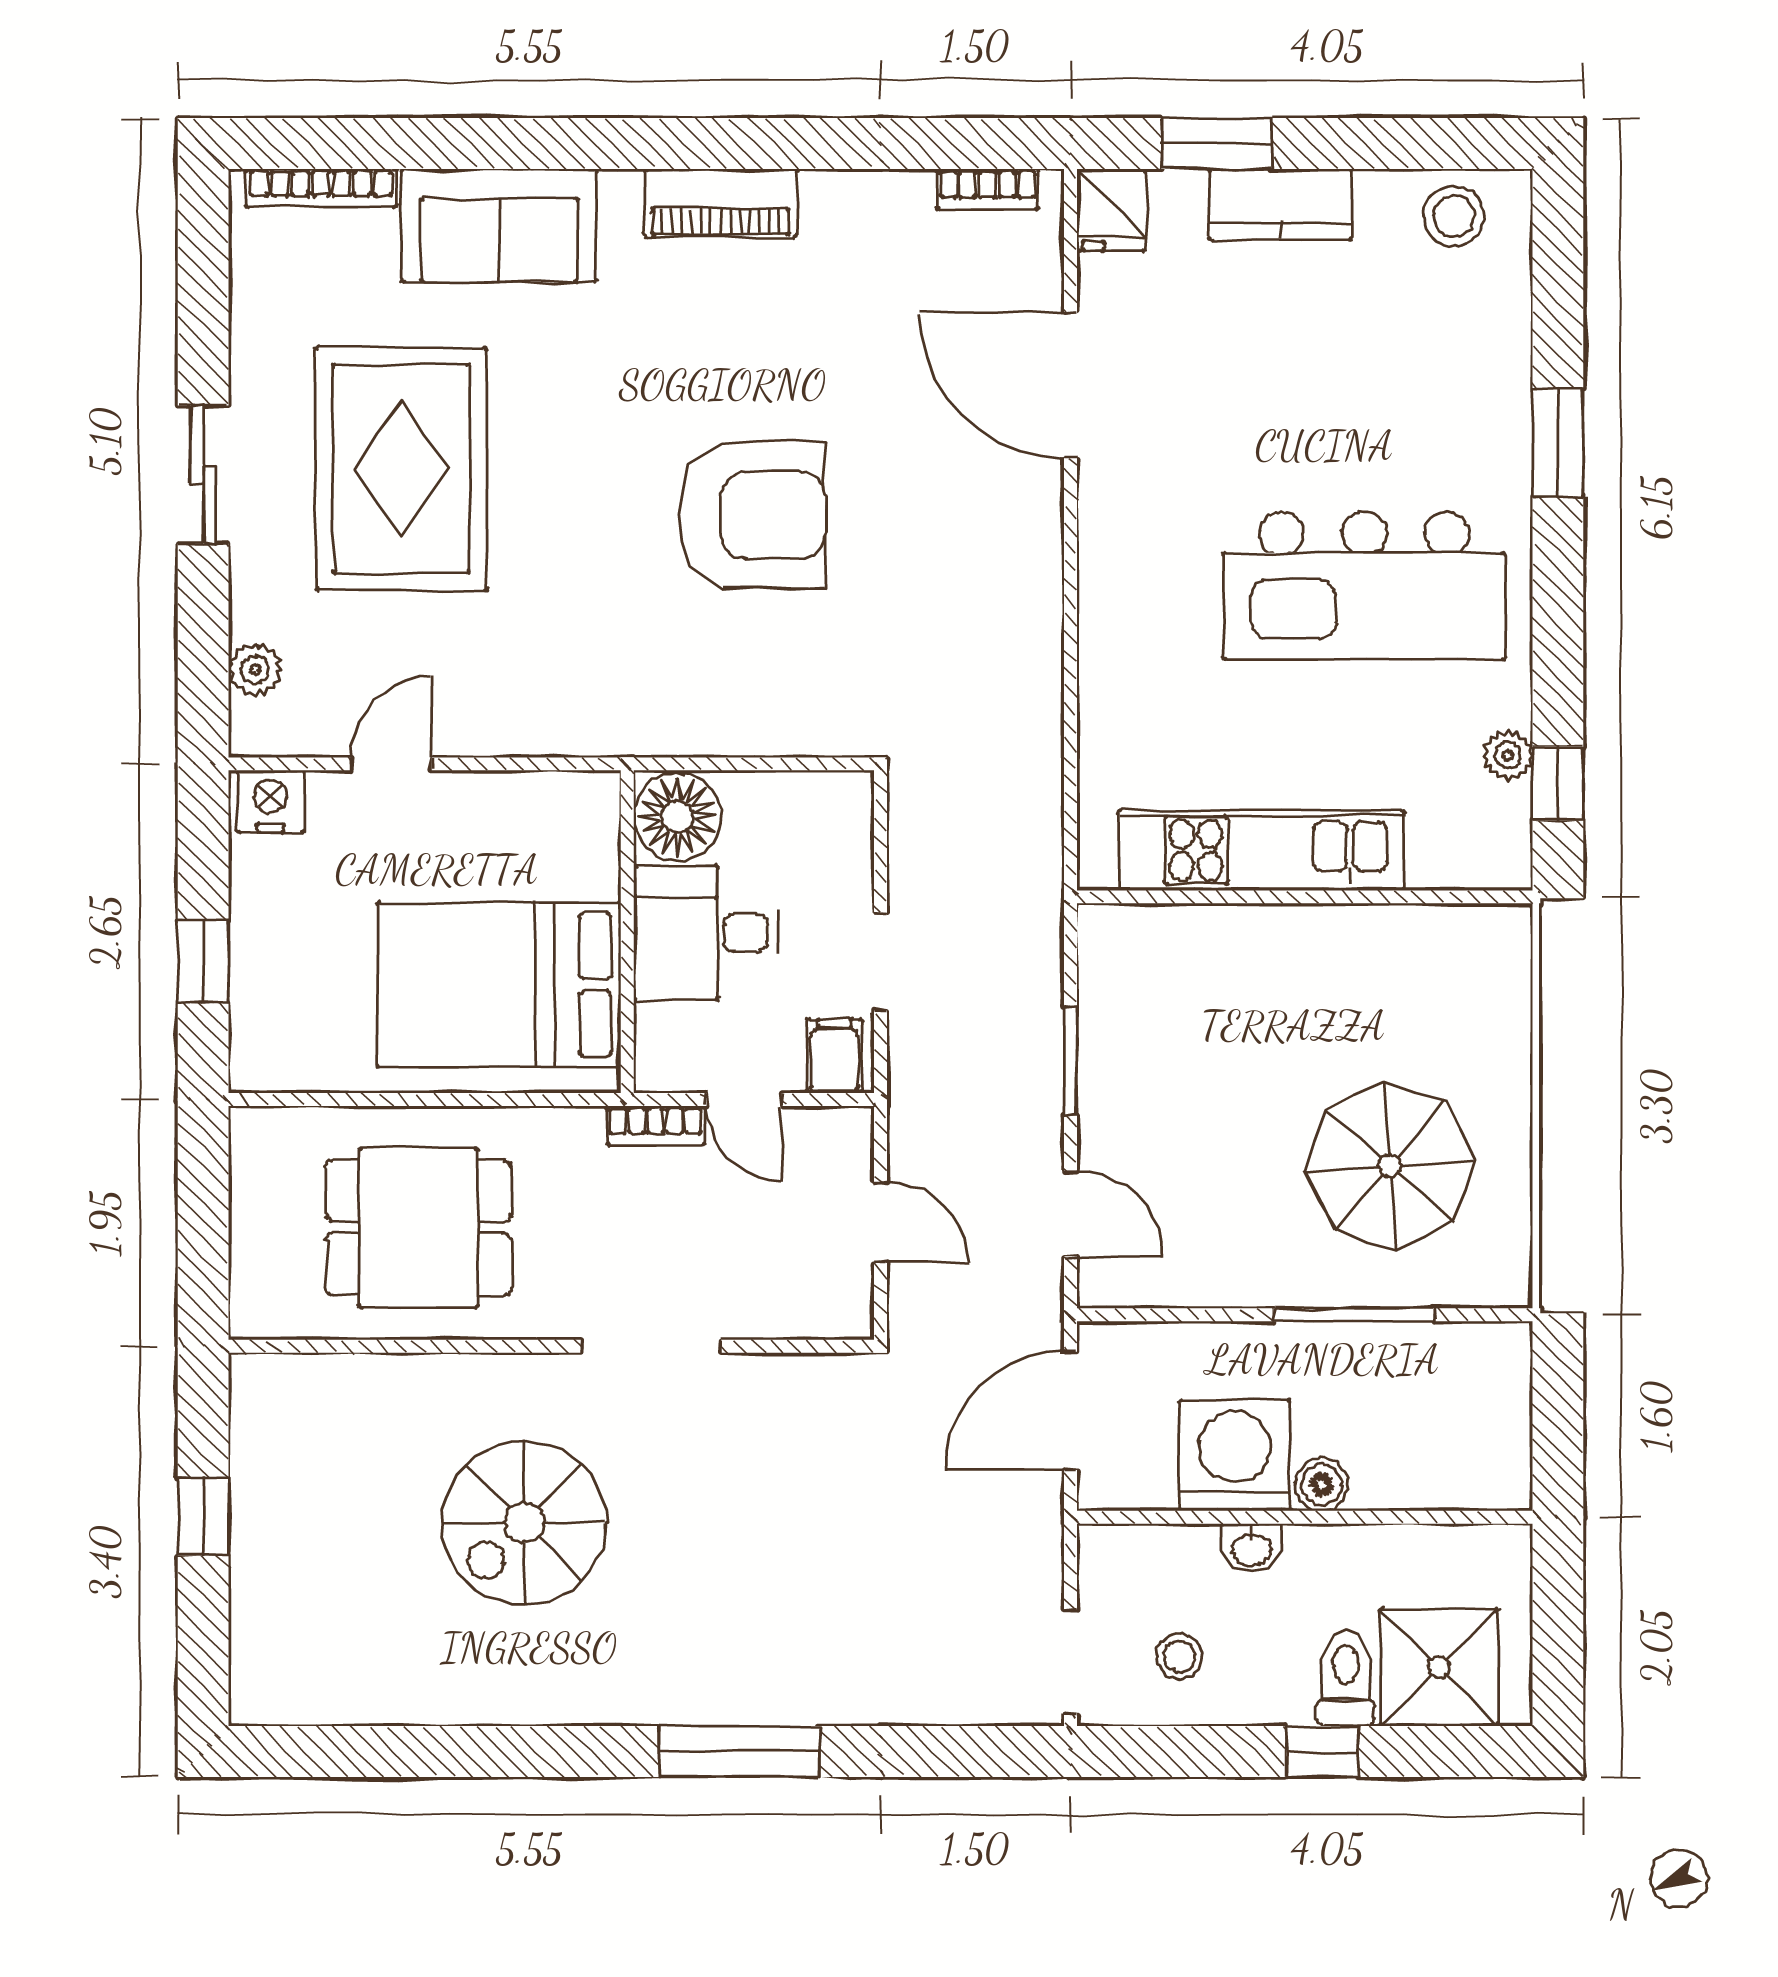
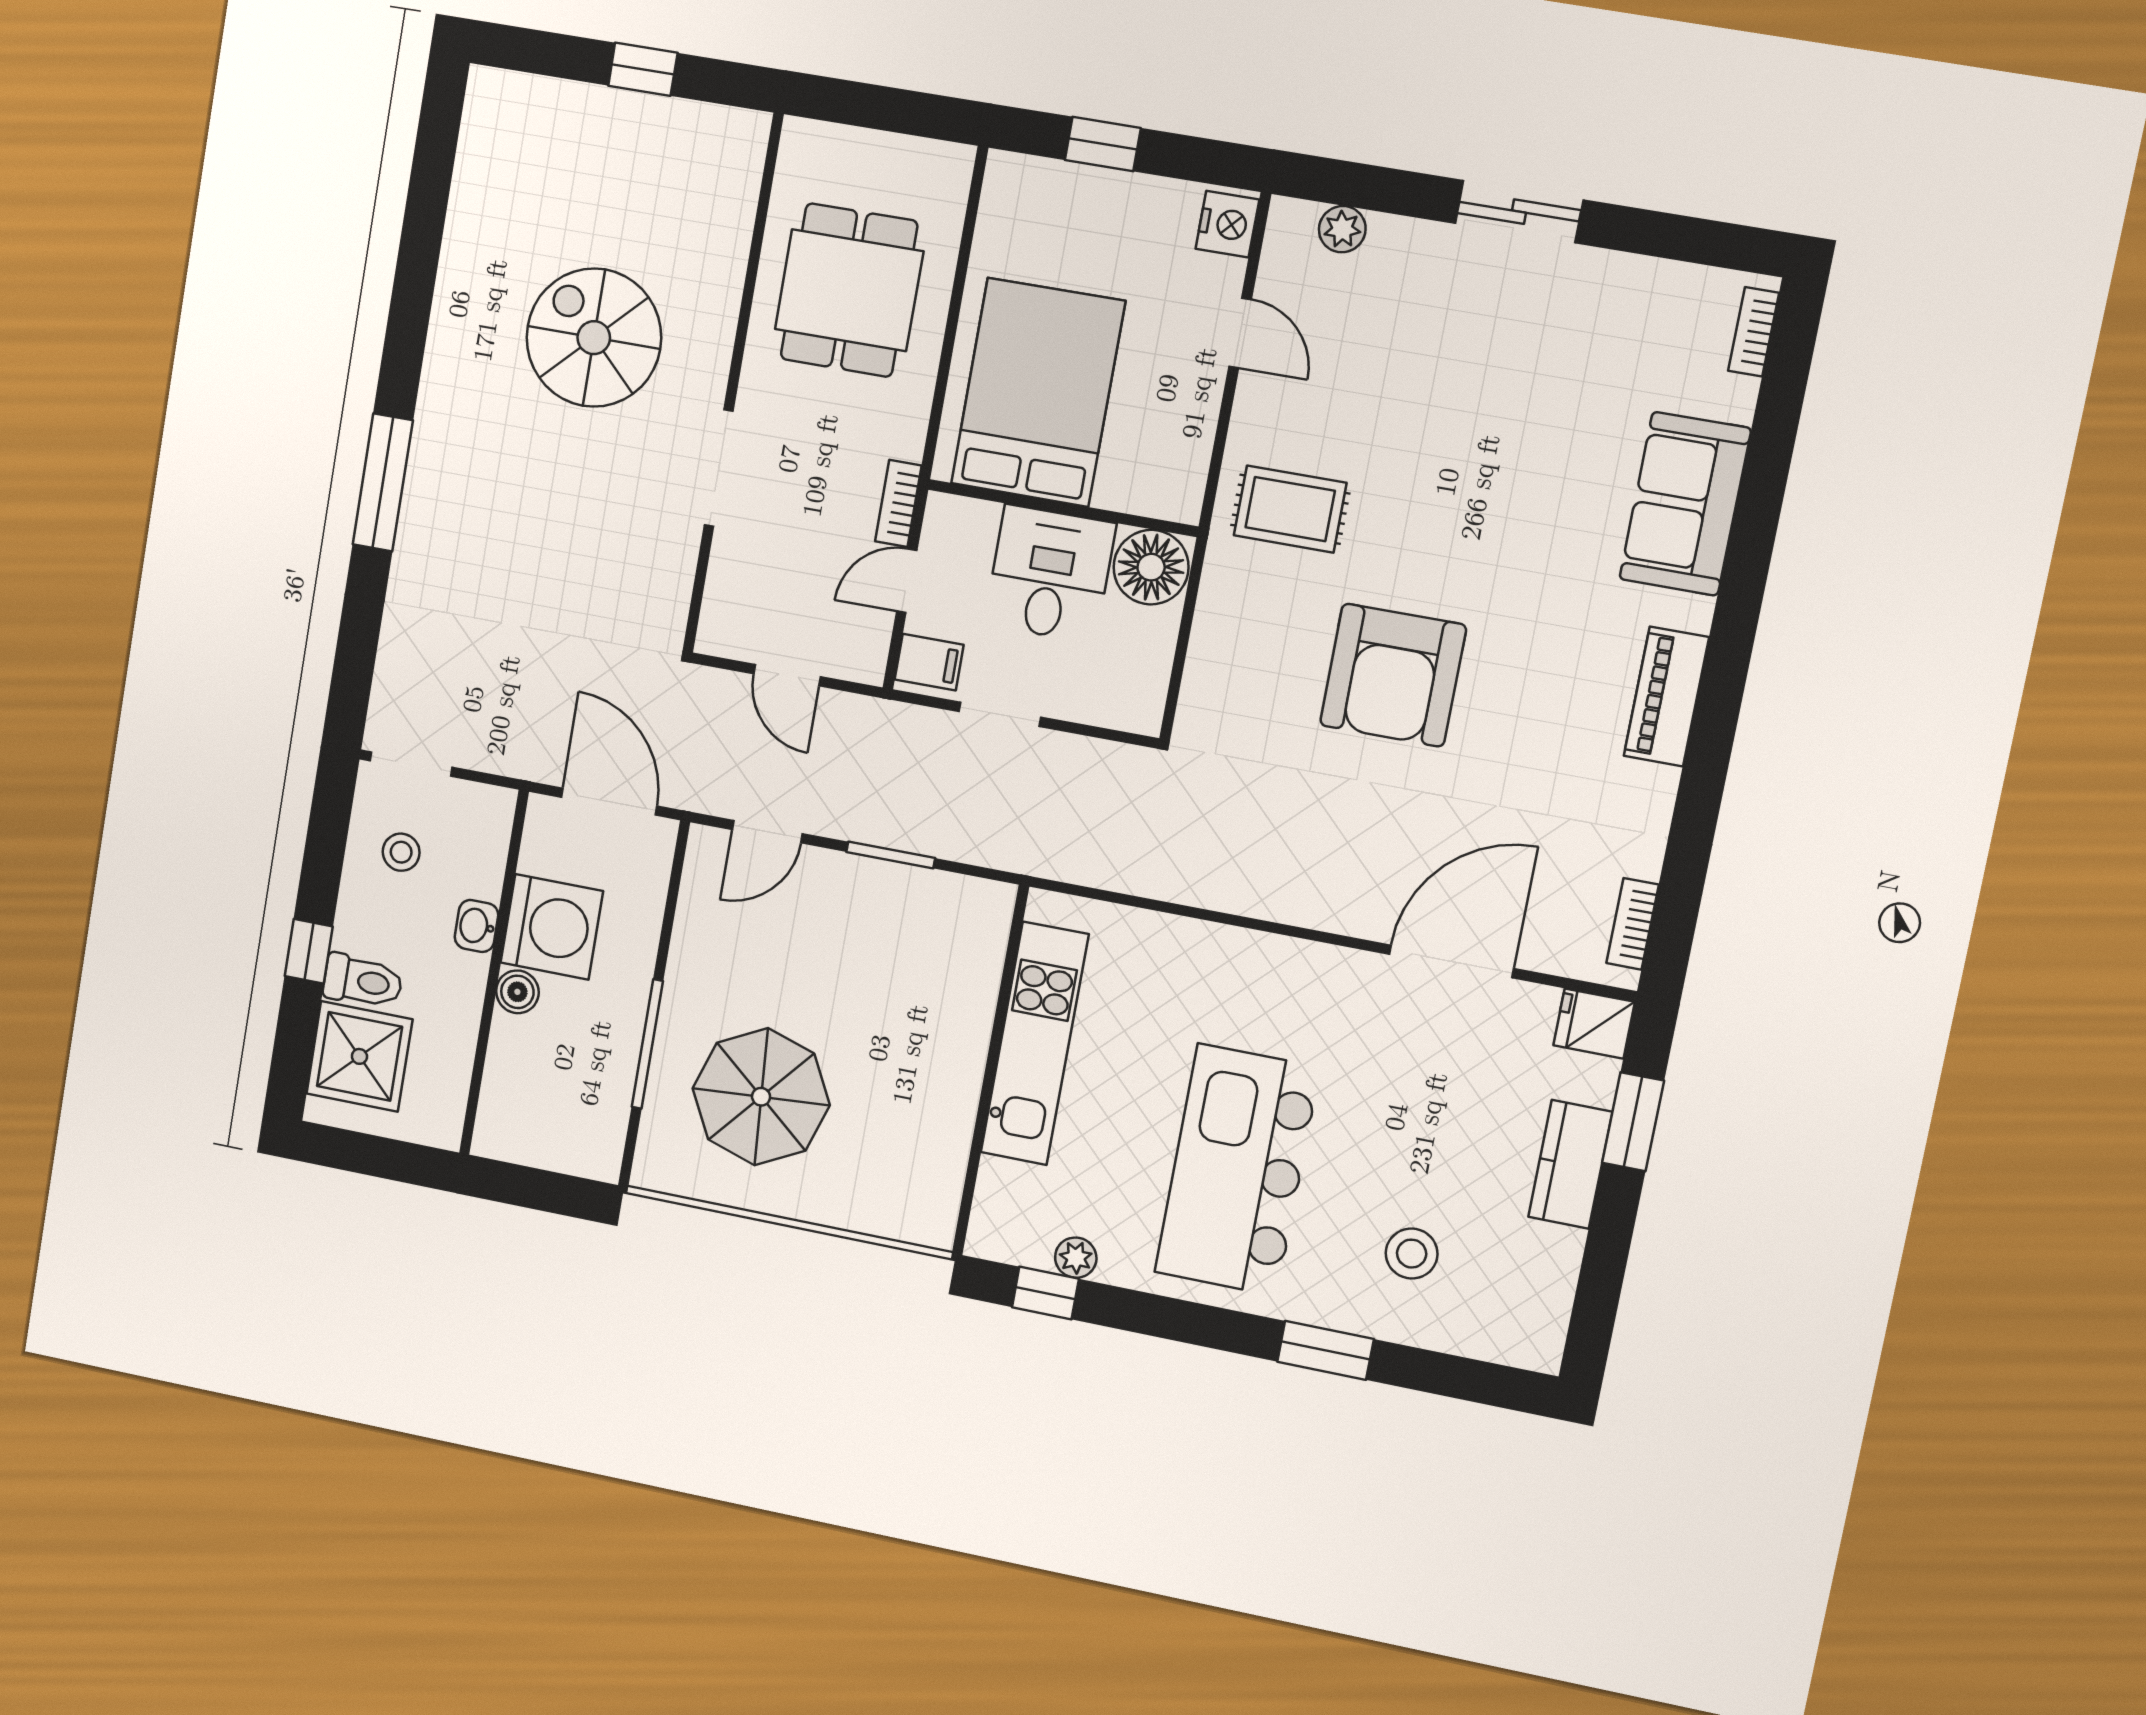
bookcase: (321, 188) -> (1754, 332), width x0.64
stool: (1454, 216) -> (1412, 1254), moved
rug: (401, 469) -> (1290, 509), moved, width x0.54, depth x0.49
door: (881, 1222) -> (787, 675), hinge flipped

